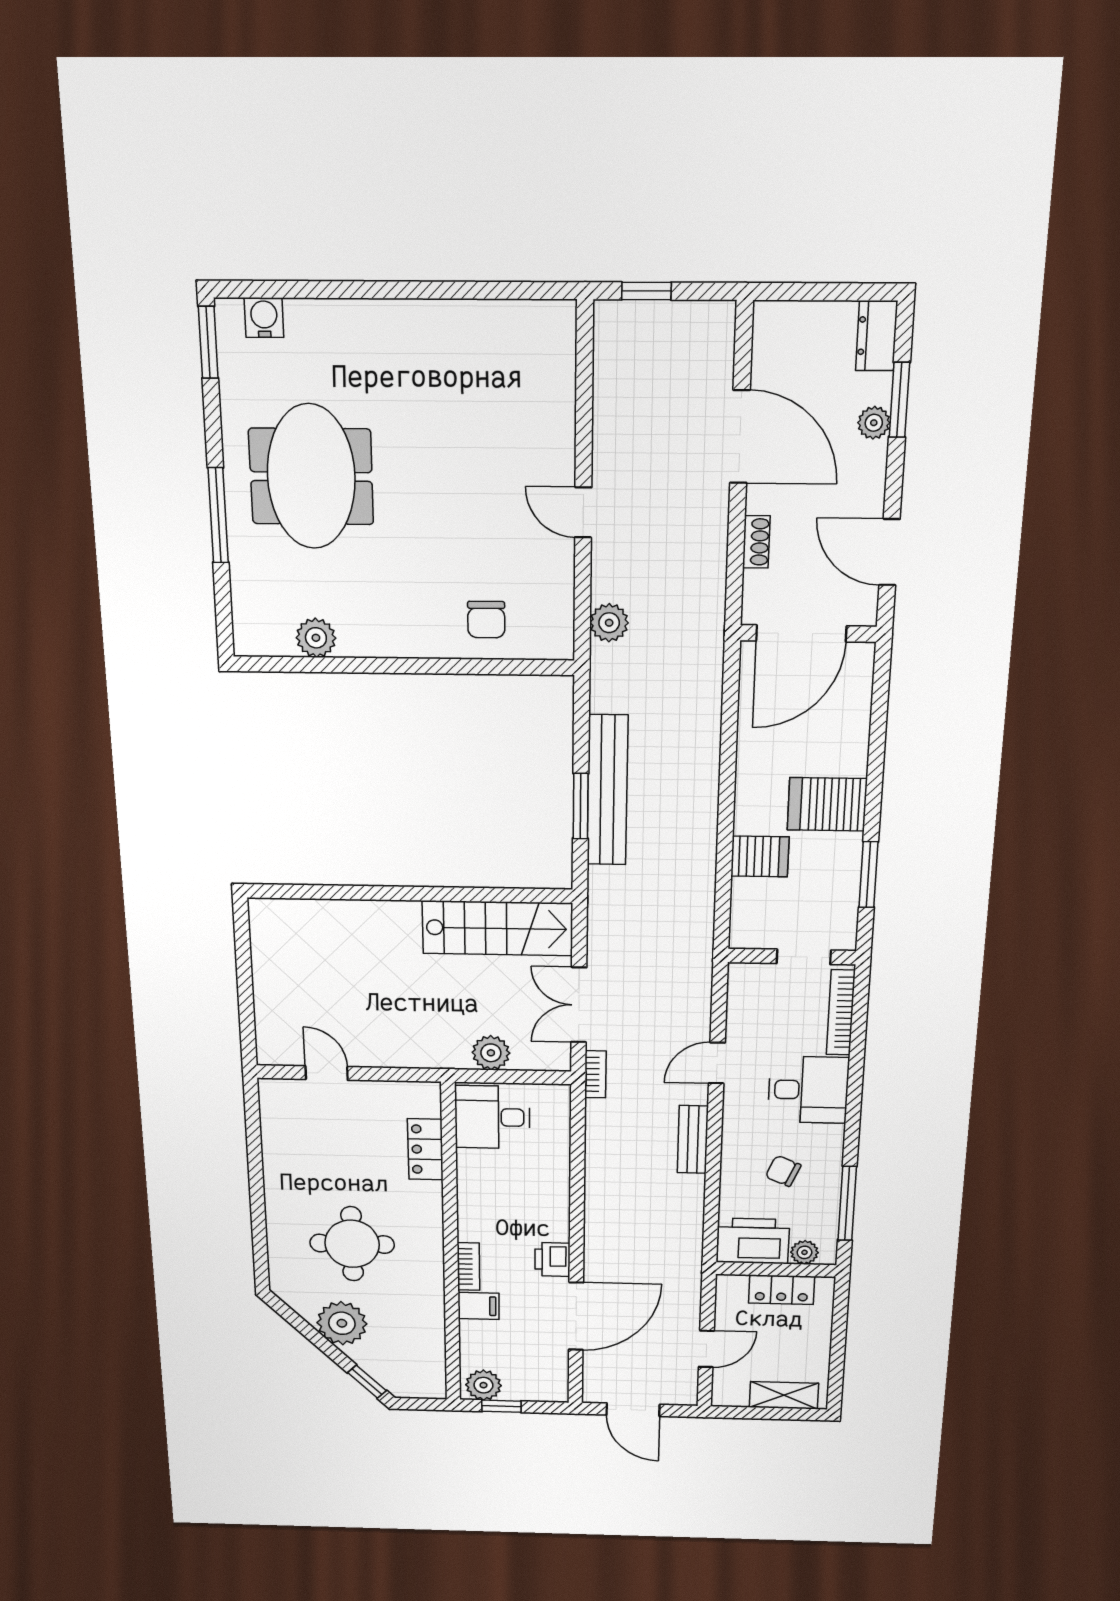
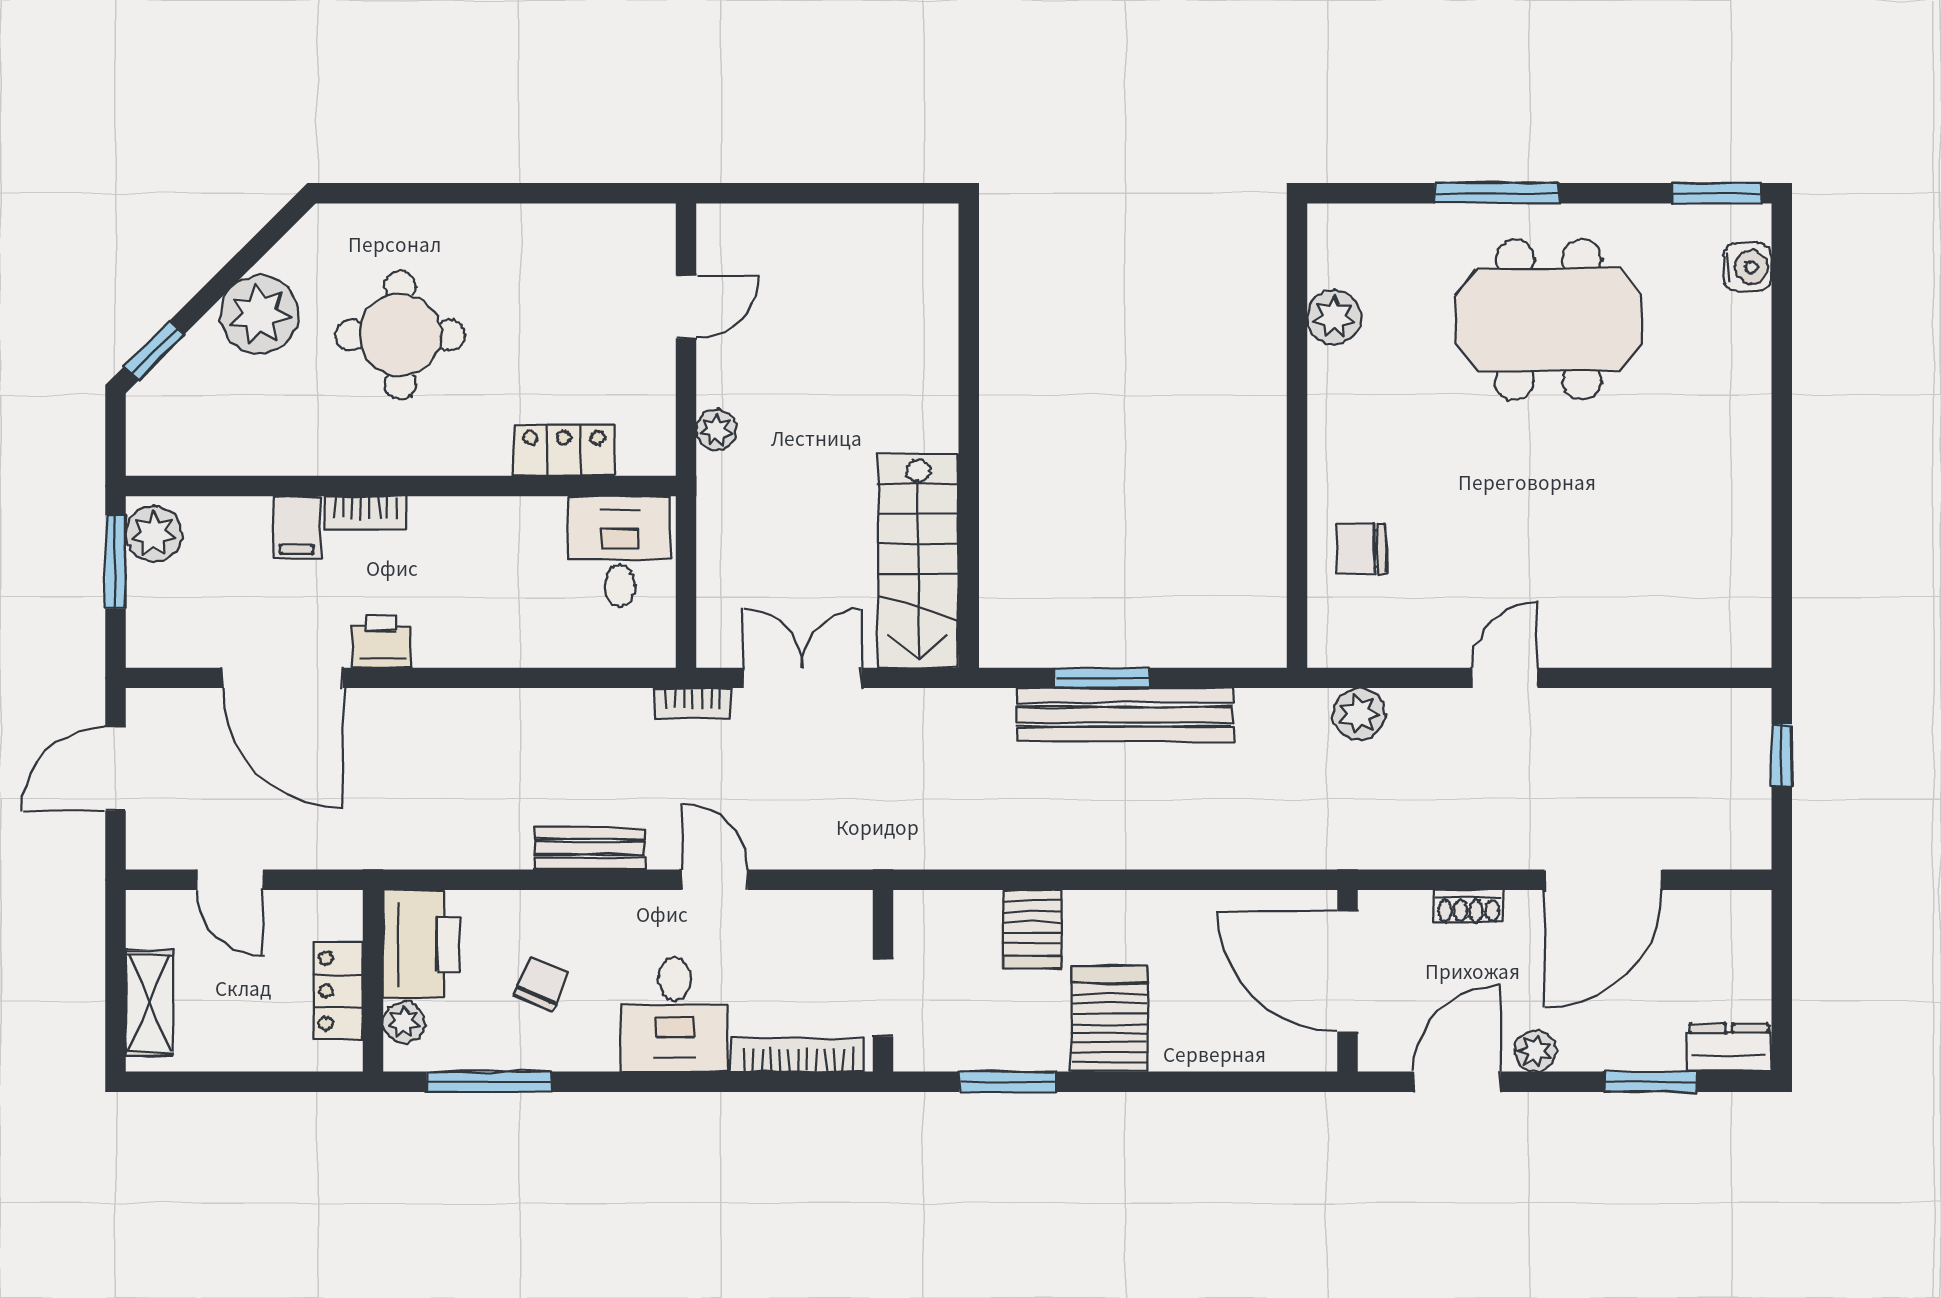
plant: (874, 423) -> (1535, 1051), moved
plant: (491, 1053) -> (716, 430), moved, width x0.73, depth x0.73
window: (501, 1406) -> (115, 562), width x1.50

